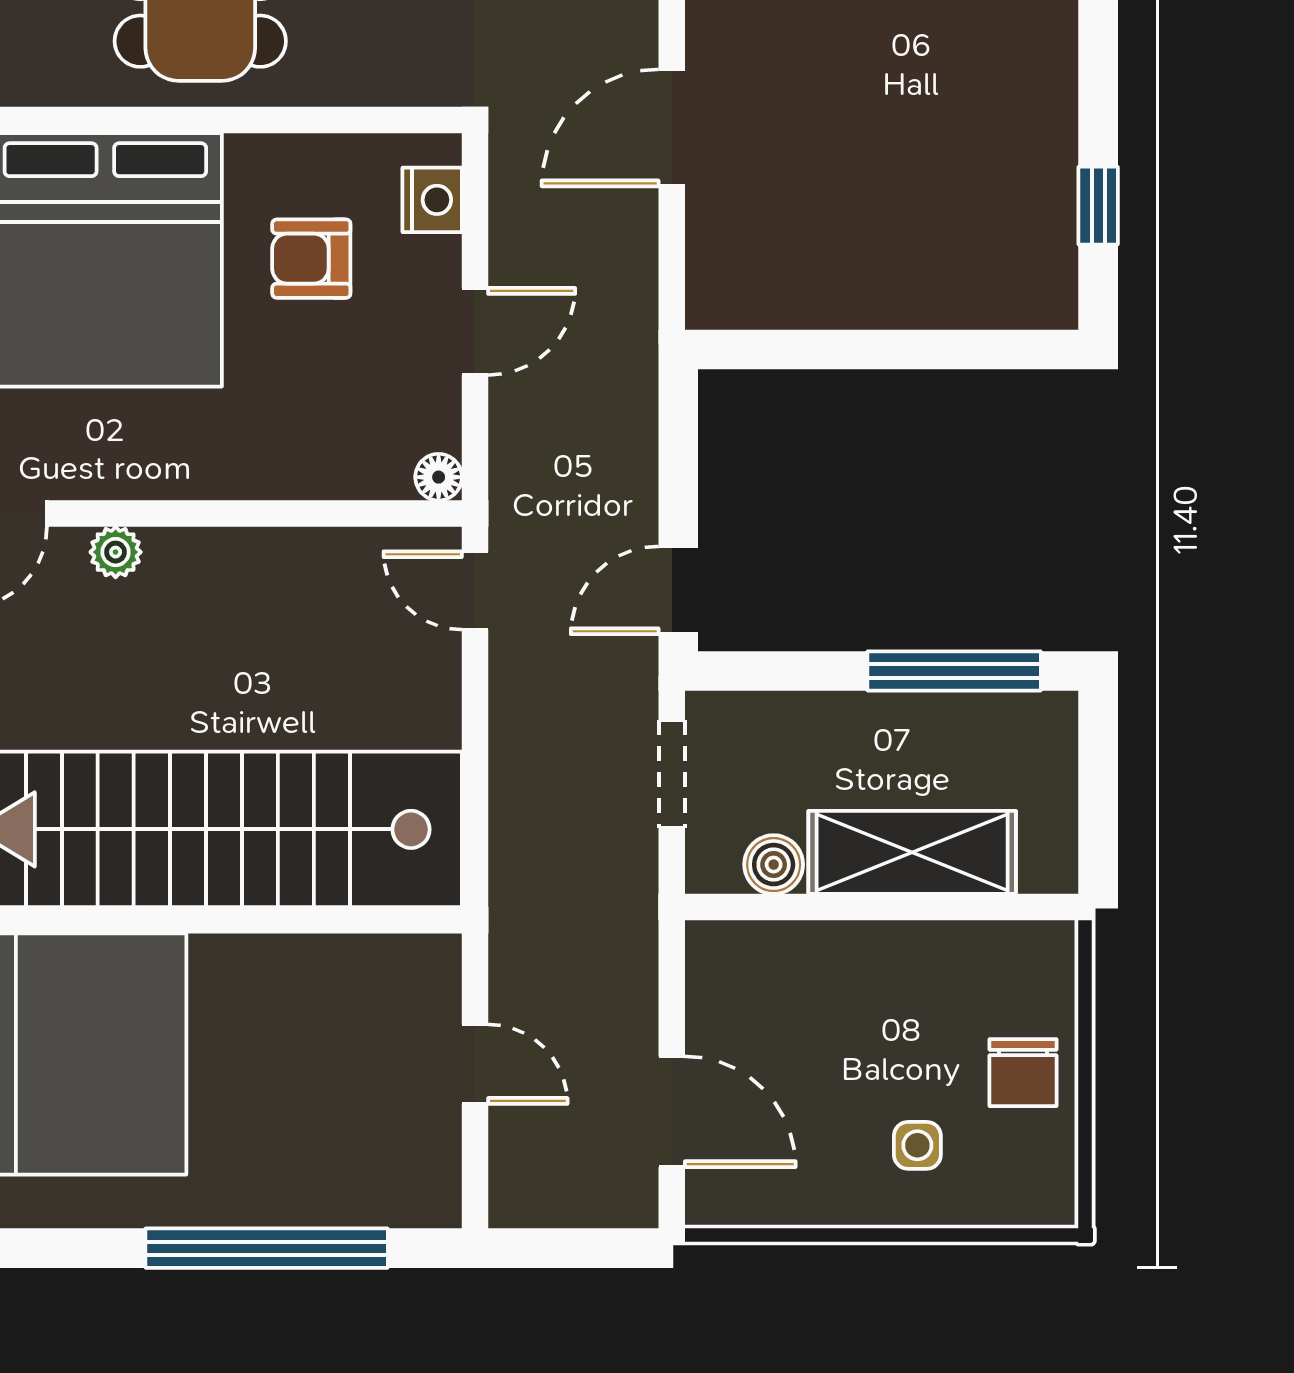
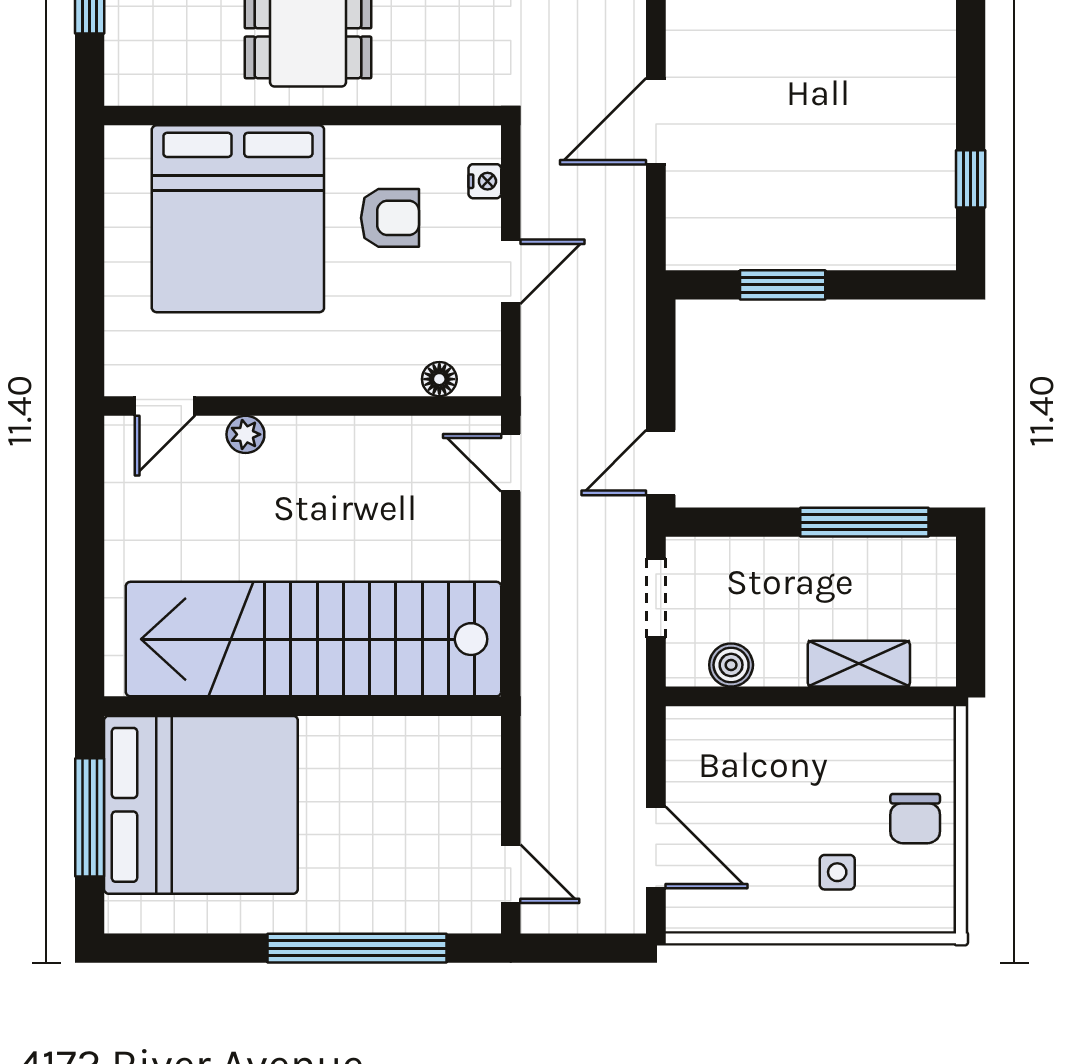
nightstand: (432, 200) -> (485, 181), width x0.72, depth x0.74
armchair: (311, 259) -> (390, 218), turned 180
window: (843, 350) -> (783, 285), added
floor lamp: (439, 477) -> (439, 379), moved
shelving: (912, 852) -> (859, 664), width x0.67, depth x0.75
door: (475, 1064) -> (511, 874), moved

